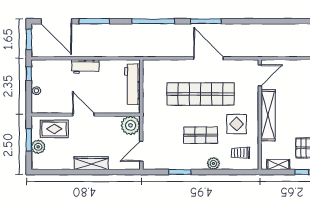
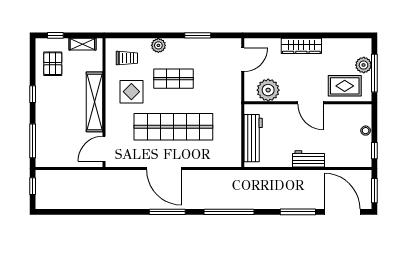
plant: (131, 125) -> (268, 90), moved
window: (29, 140) -> (374, 73), width x1.44

